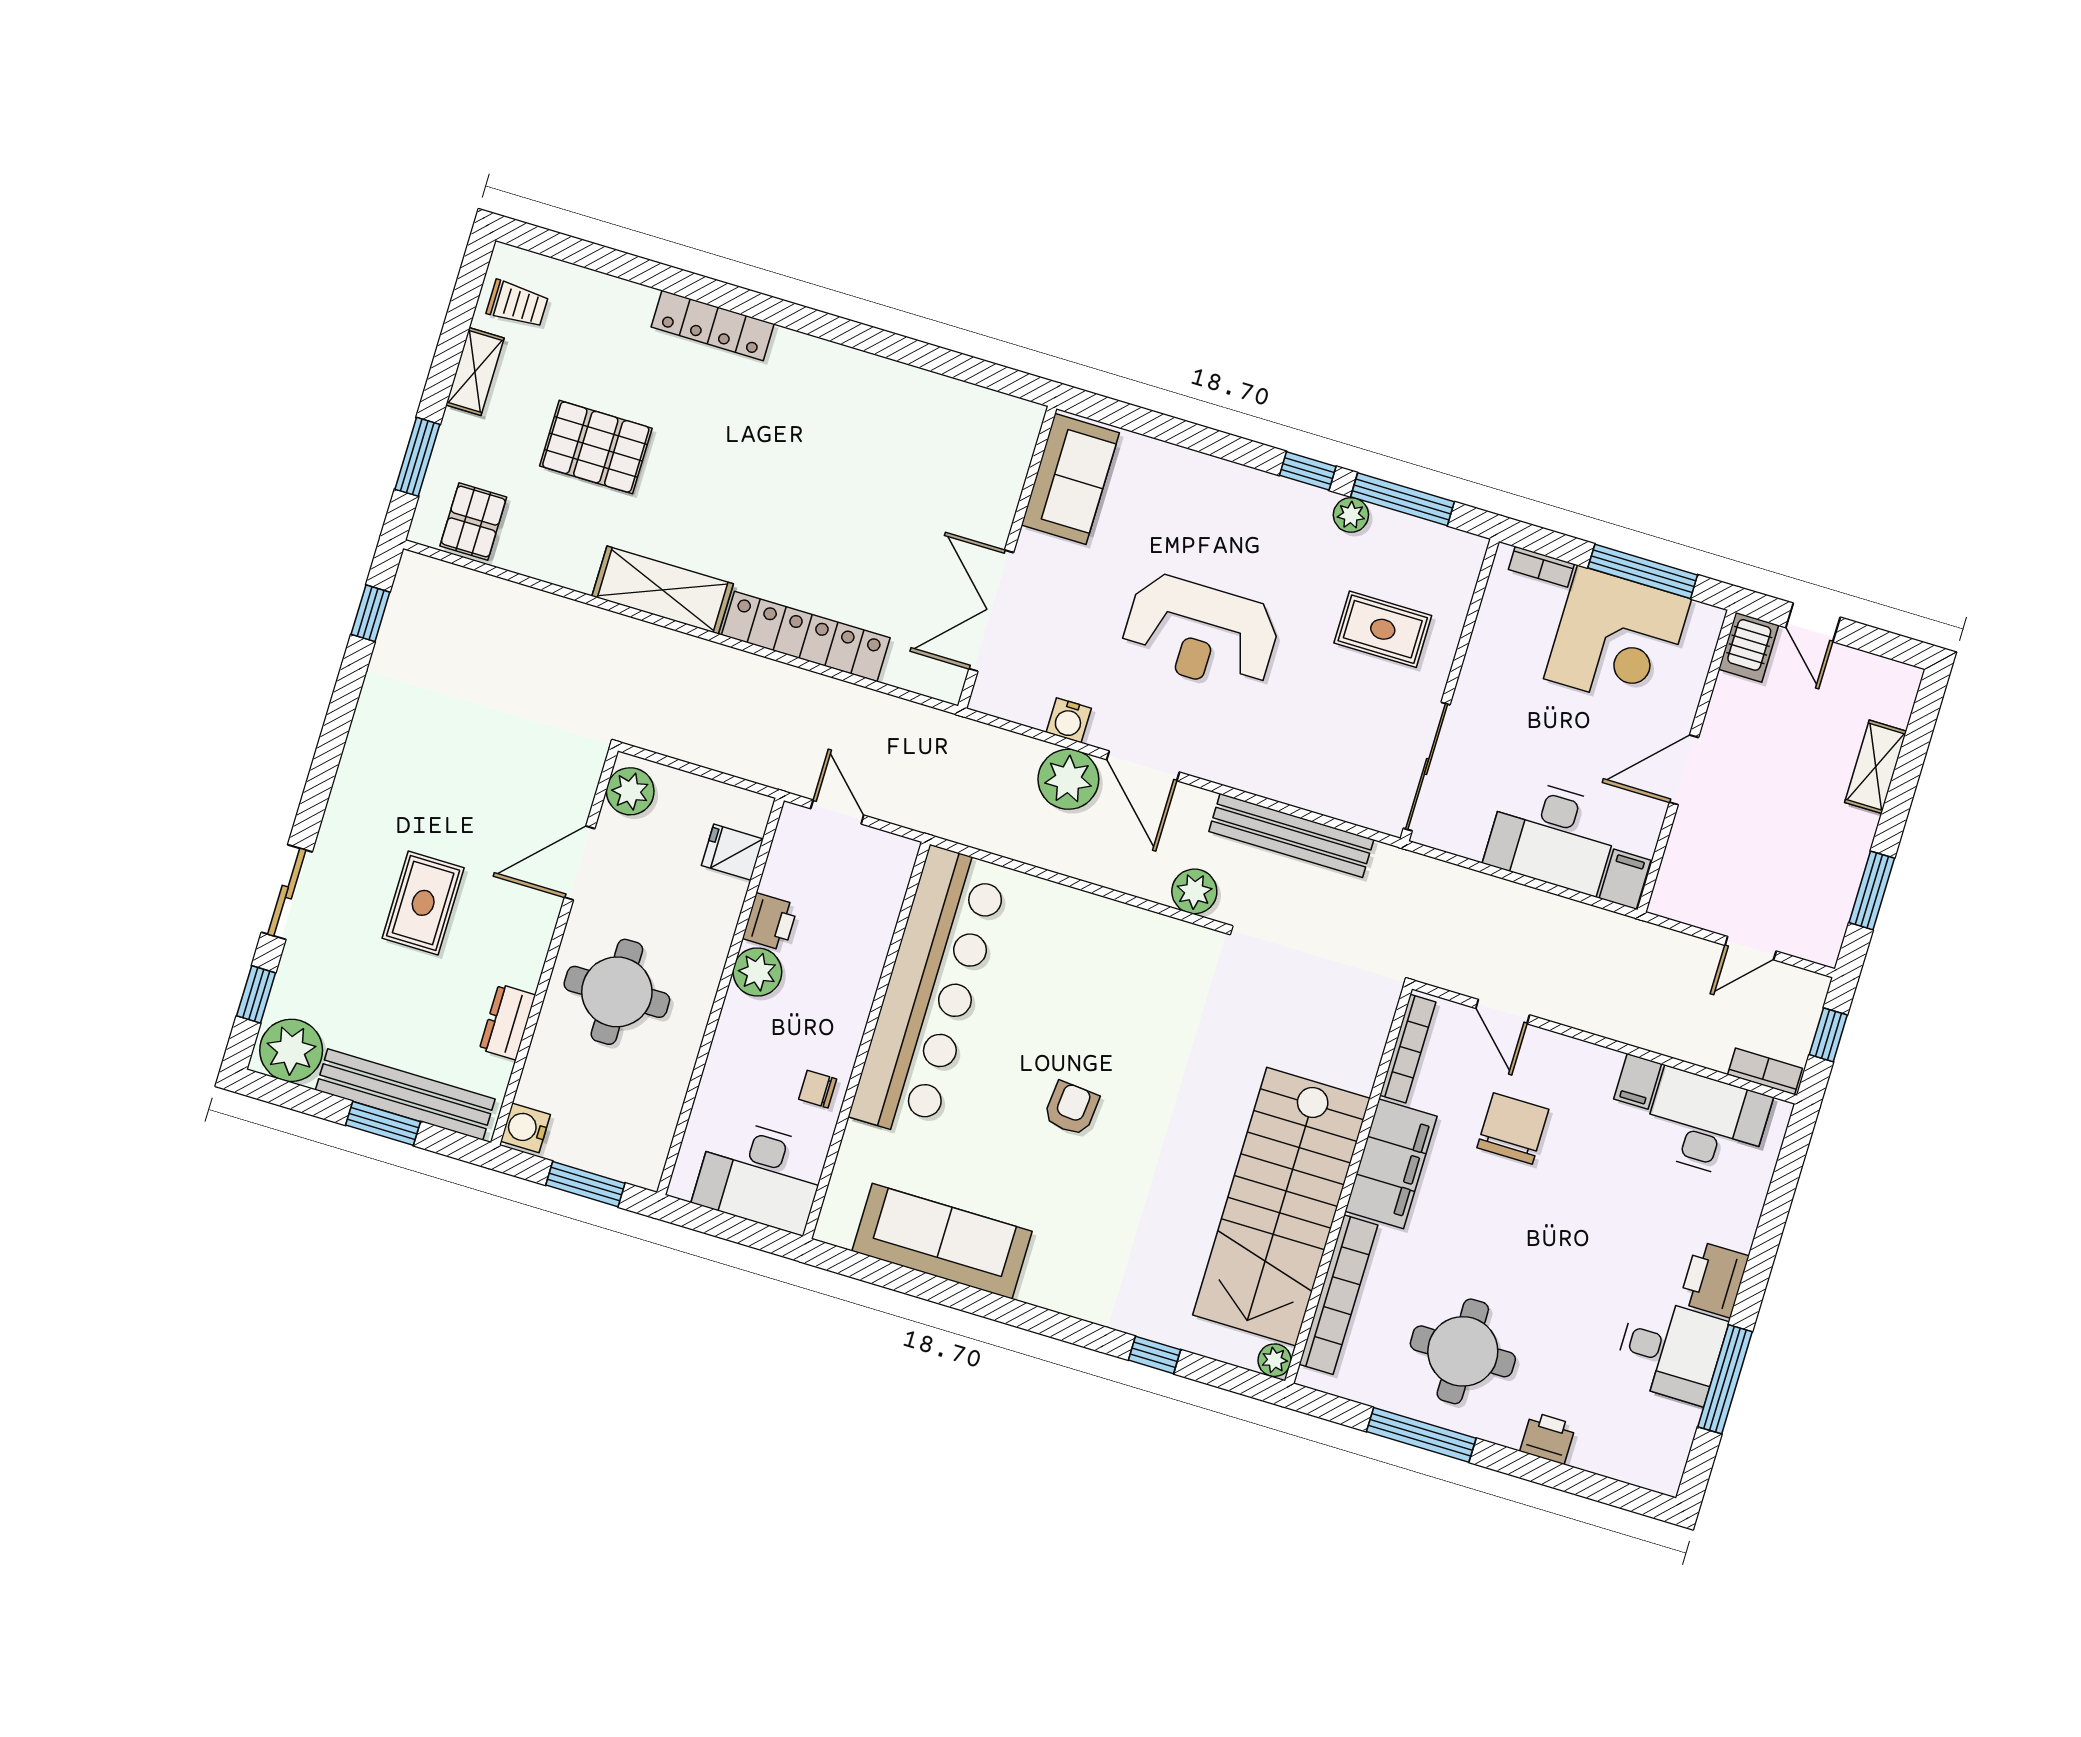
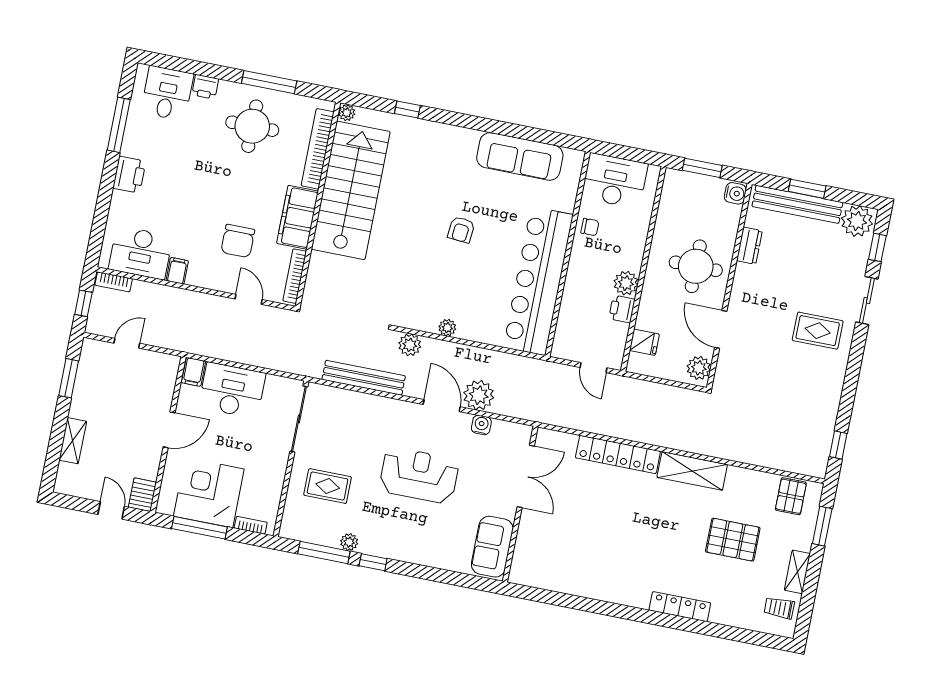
door: (580, 863) -> (721, 329), swing flipped
rug: (423, 903) -> (818, 331), moved, turned 90
plant: (1117, 918) -> (447, 328), added
desk: (1670, 1351) -> (167, 93), moved, turned 90

